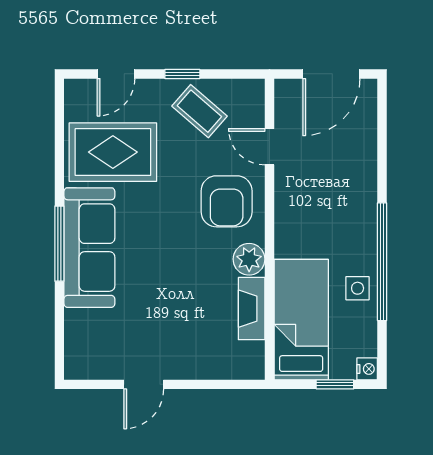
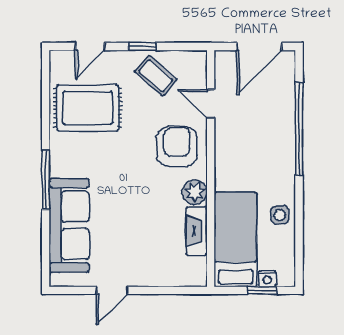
armchair: (227, 201) -> (177, 147), turned 180
sofa: (89, 248) -> (69, 225), moved
window: (382, 262) -> (299, 129), moved
nightstand: (367, 369) -> (267, 279), moved, turned 90

